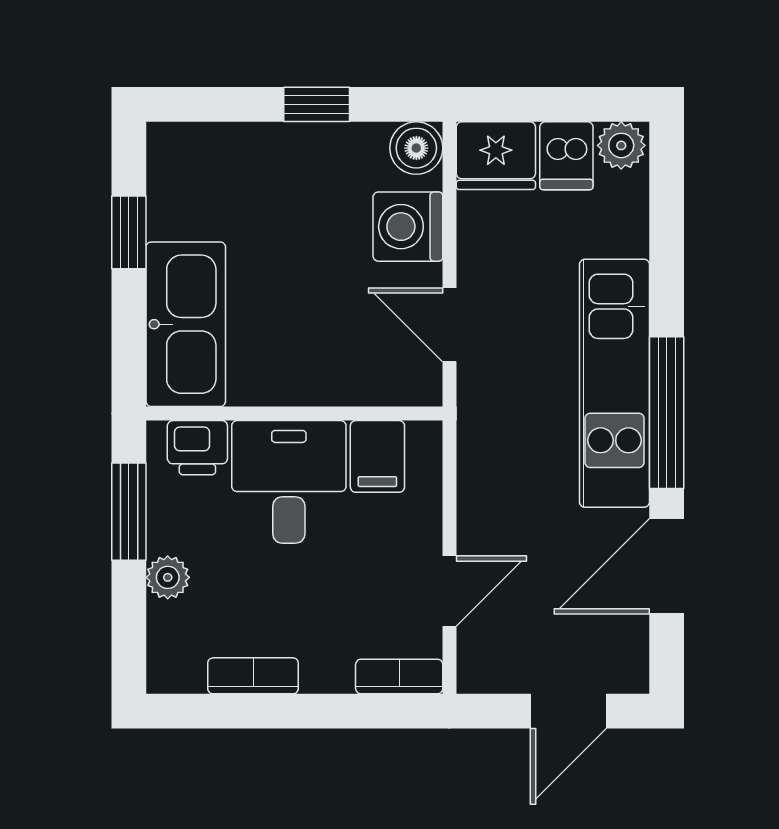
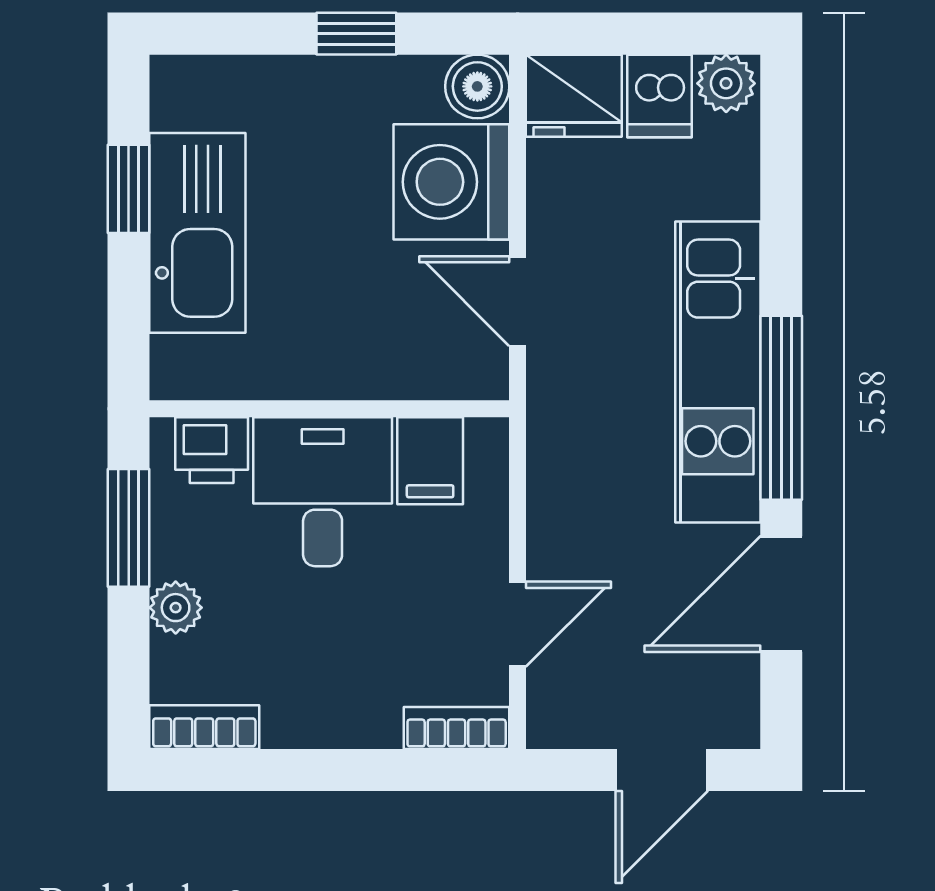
washing machine: (408, 227) -> (451, 182), width x1.37, depth x1.37
kitchen sink: (186, 324) -> (197, 233), moved
bookcase: (253, 676) -> (204, 727), moved

